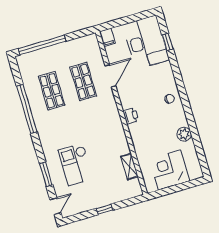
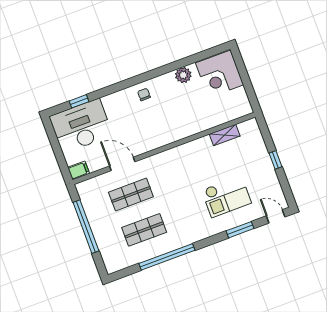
window: (42, 45) -> (86, 227), moved
printer: (131, 116) -> (167, 137), removed
corner desk: (170, 170) -> (220, 74), moved

